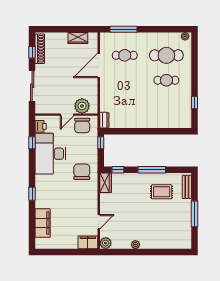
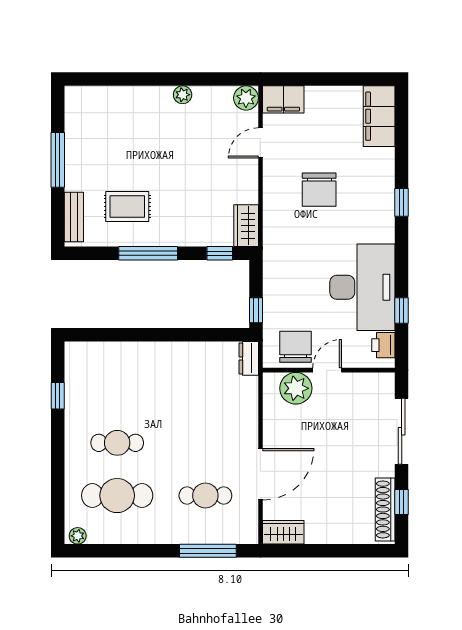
wardrobe: (78, 38) -> (283, 532), moved
chair: (82, 172) -> (319, 190), moved
filing cabinet: (43, 223) -> (379, 116), moved

